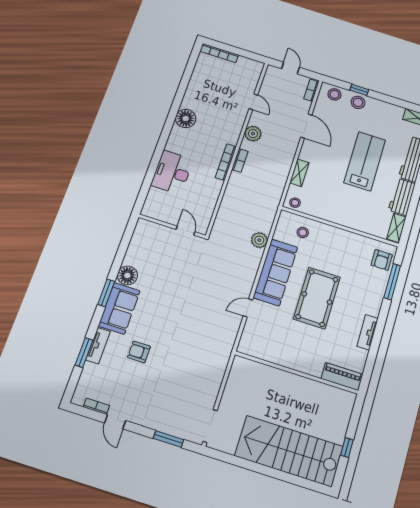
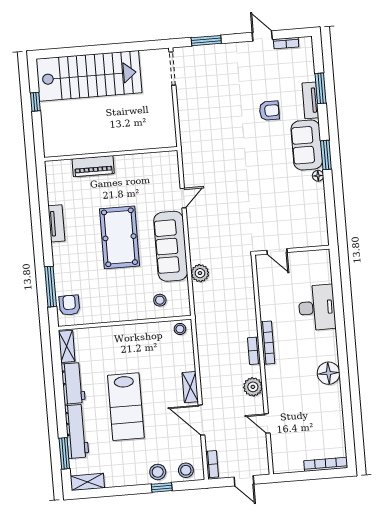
shelving: (299, 173) -> (190, 387), moved
floor lamp: (127, 275) -> (318, 176), width x0.53, depth x0.53
piano: (342, 377) -> (93, 166), moved

